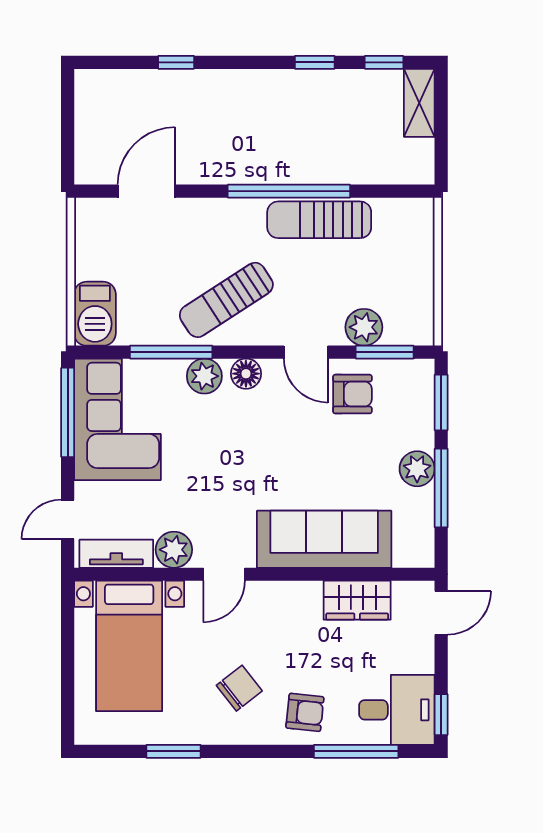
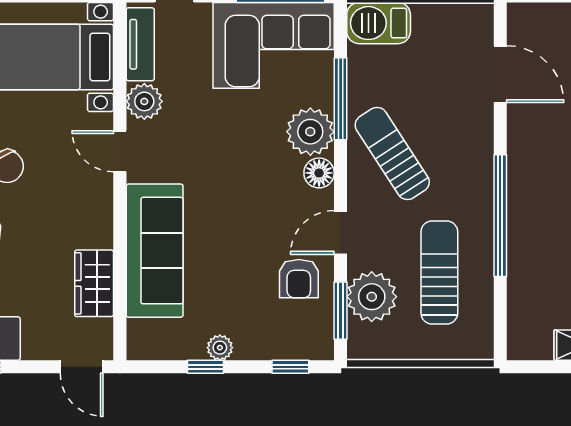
sun lounger: (319, 220) -> (439, 273), moved
plant: (364, 327) -> (372, 297), width x1.36, depth x1.36
plant: (204, 376) -> (310, 132), width x1.36, depth x1.36
window: (441, 402) -> (290, 367), width x0.67
plant: (417, 469) -> (220, 348), width x0.73, depth x0.73
window: (441, 488) -> (206, 367), width x0.46

